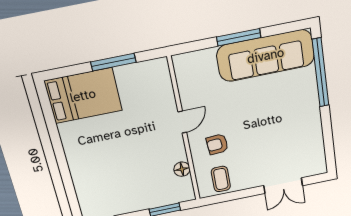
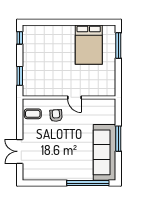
window: (113, 62) -> (118, 46), moved
bed: (83, 96) -> (89, 45), moved
floor lamp: (182, 169) -> (45, 92), removed

